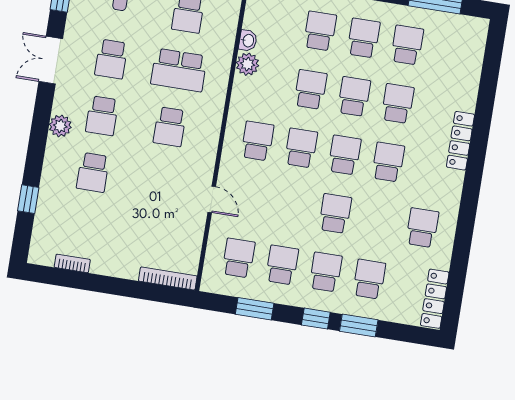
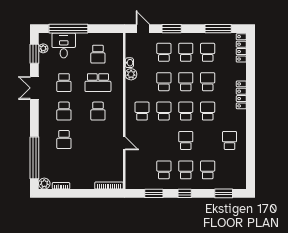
plant: (60, 126) -> (44, 184), moved
window: (28, 199) -> (34, 158), width x3.17
school desk: (238, 258) -> (142, 170), removed
locker: (435, 299) -> (241, 48), moved
window: (359, 326) -> (224, 193), moved

